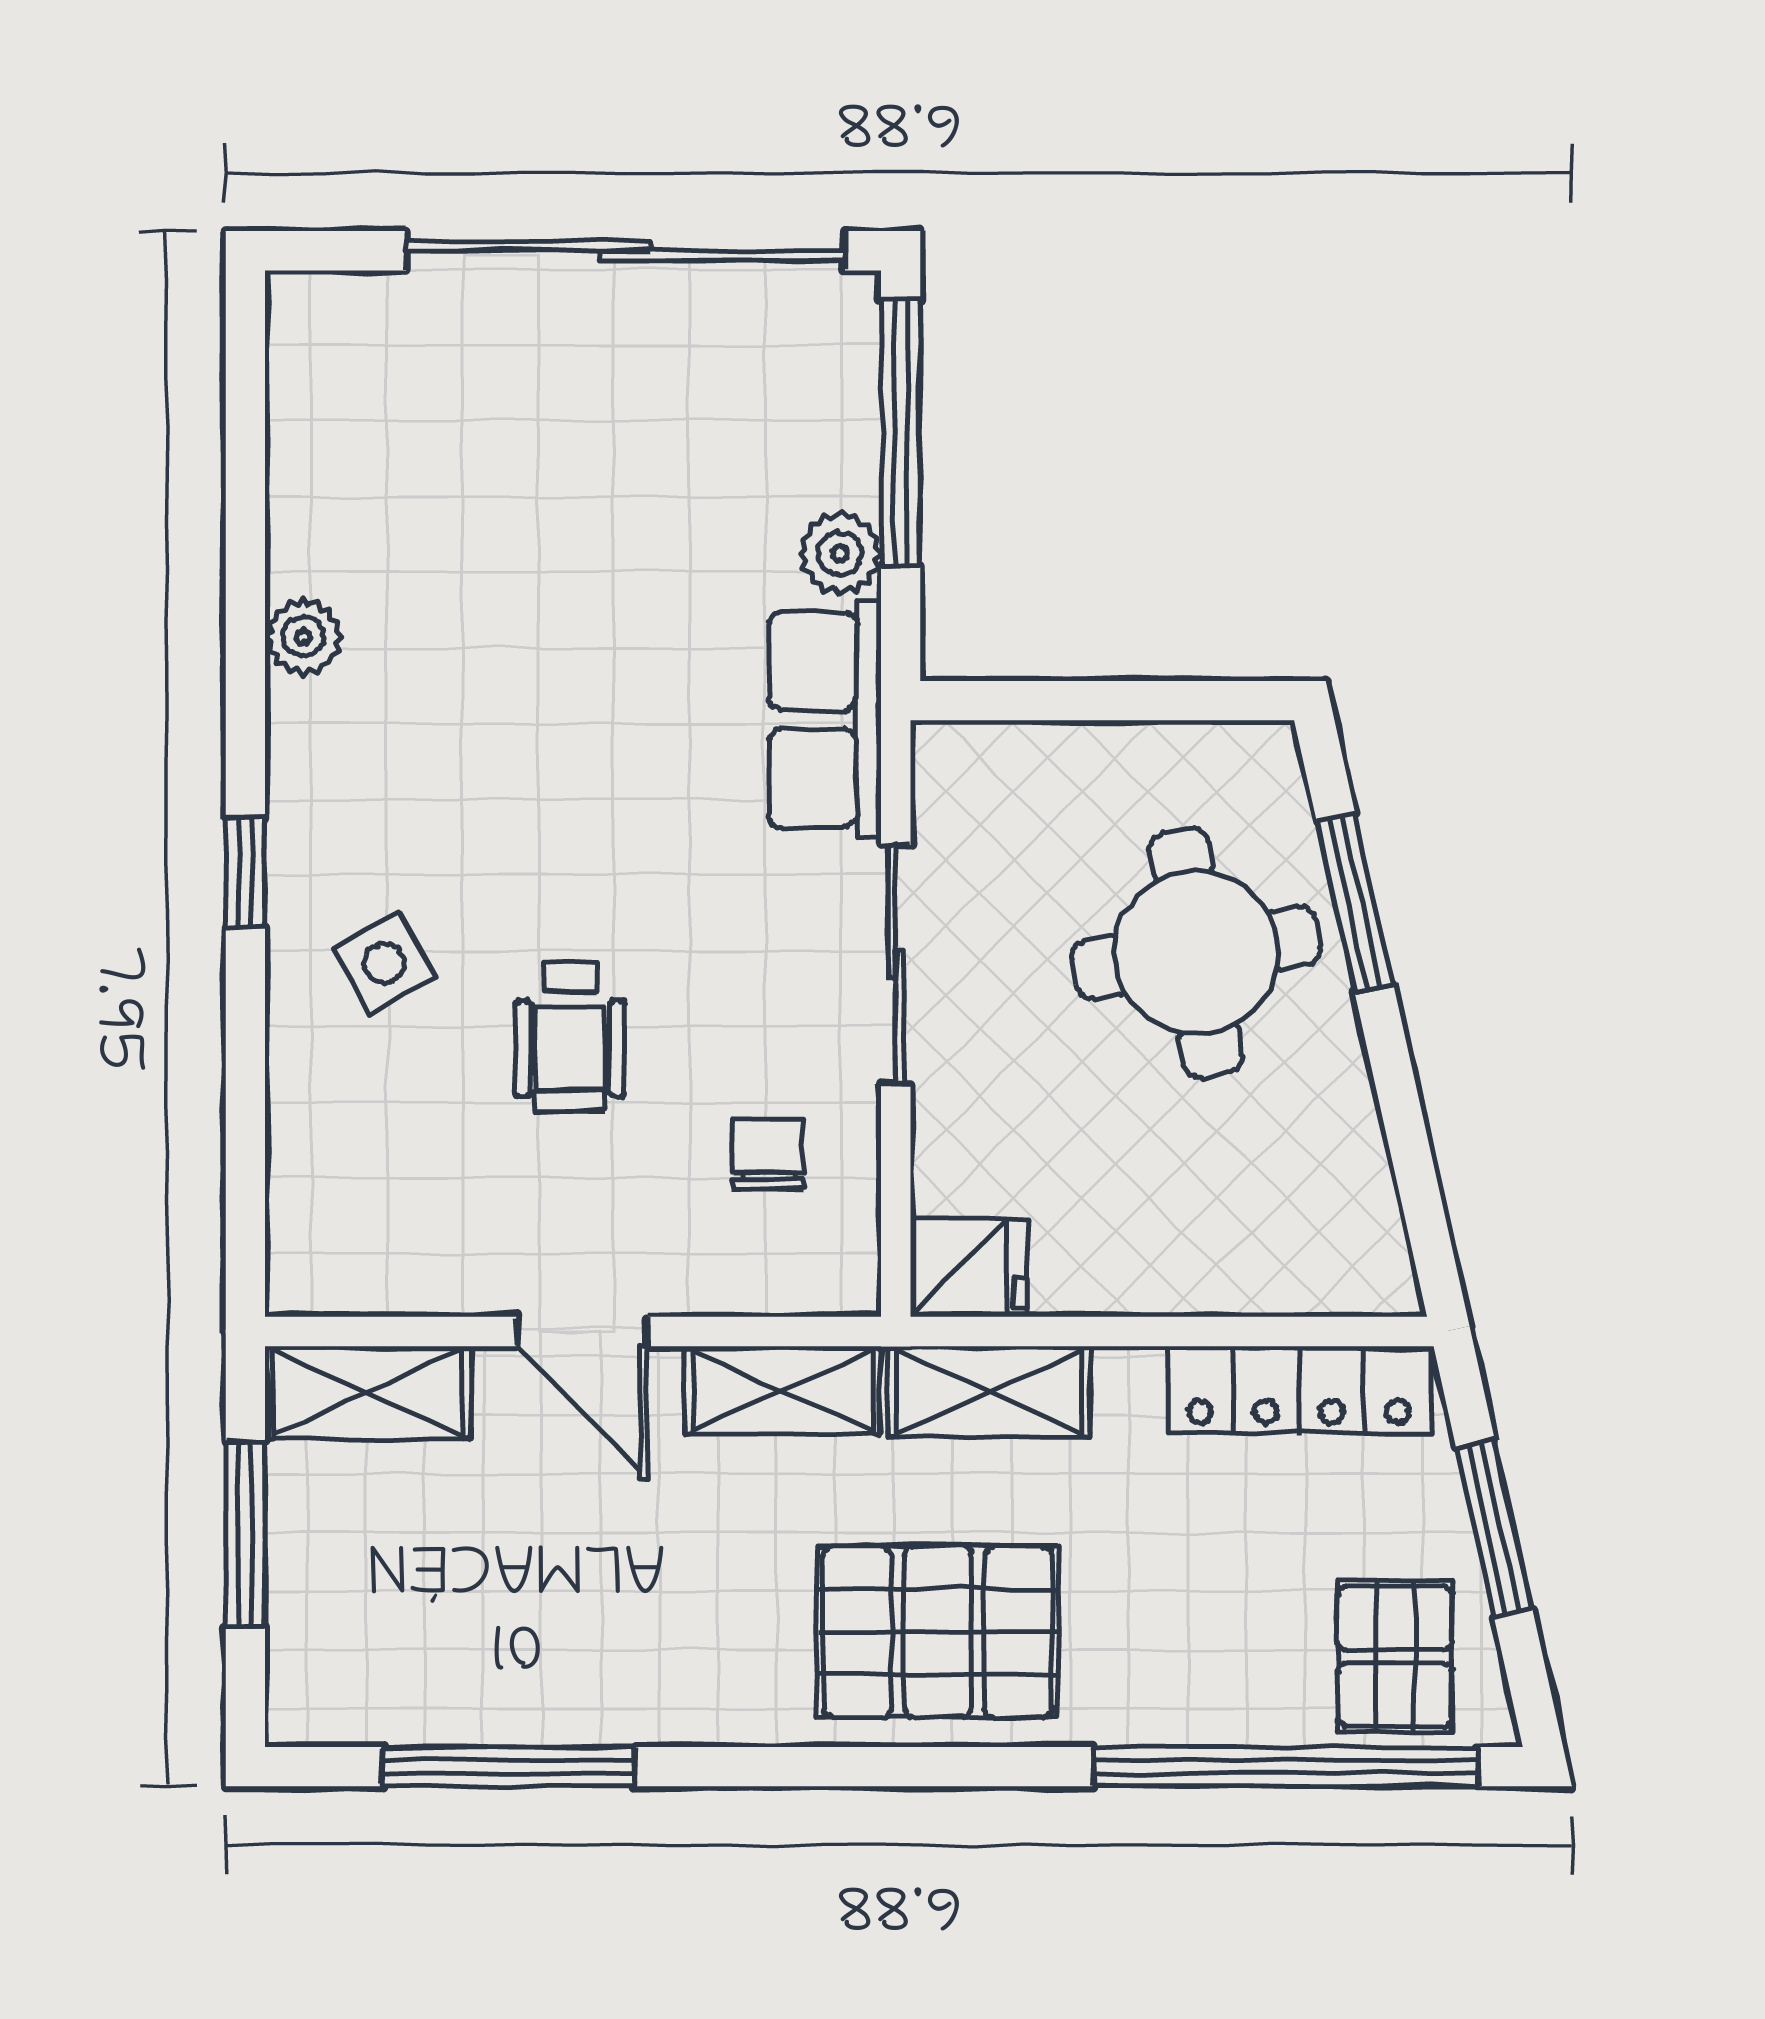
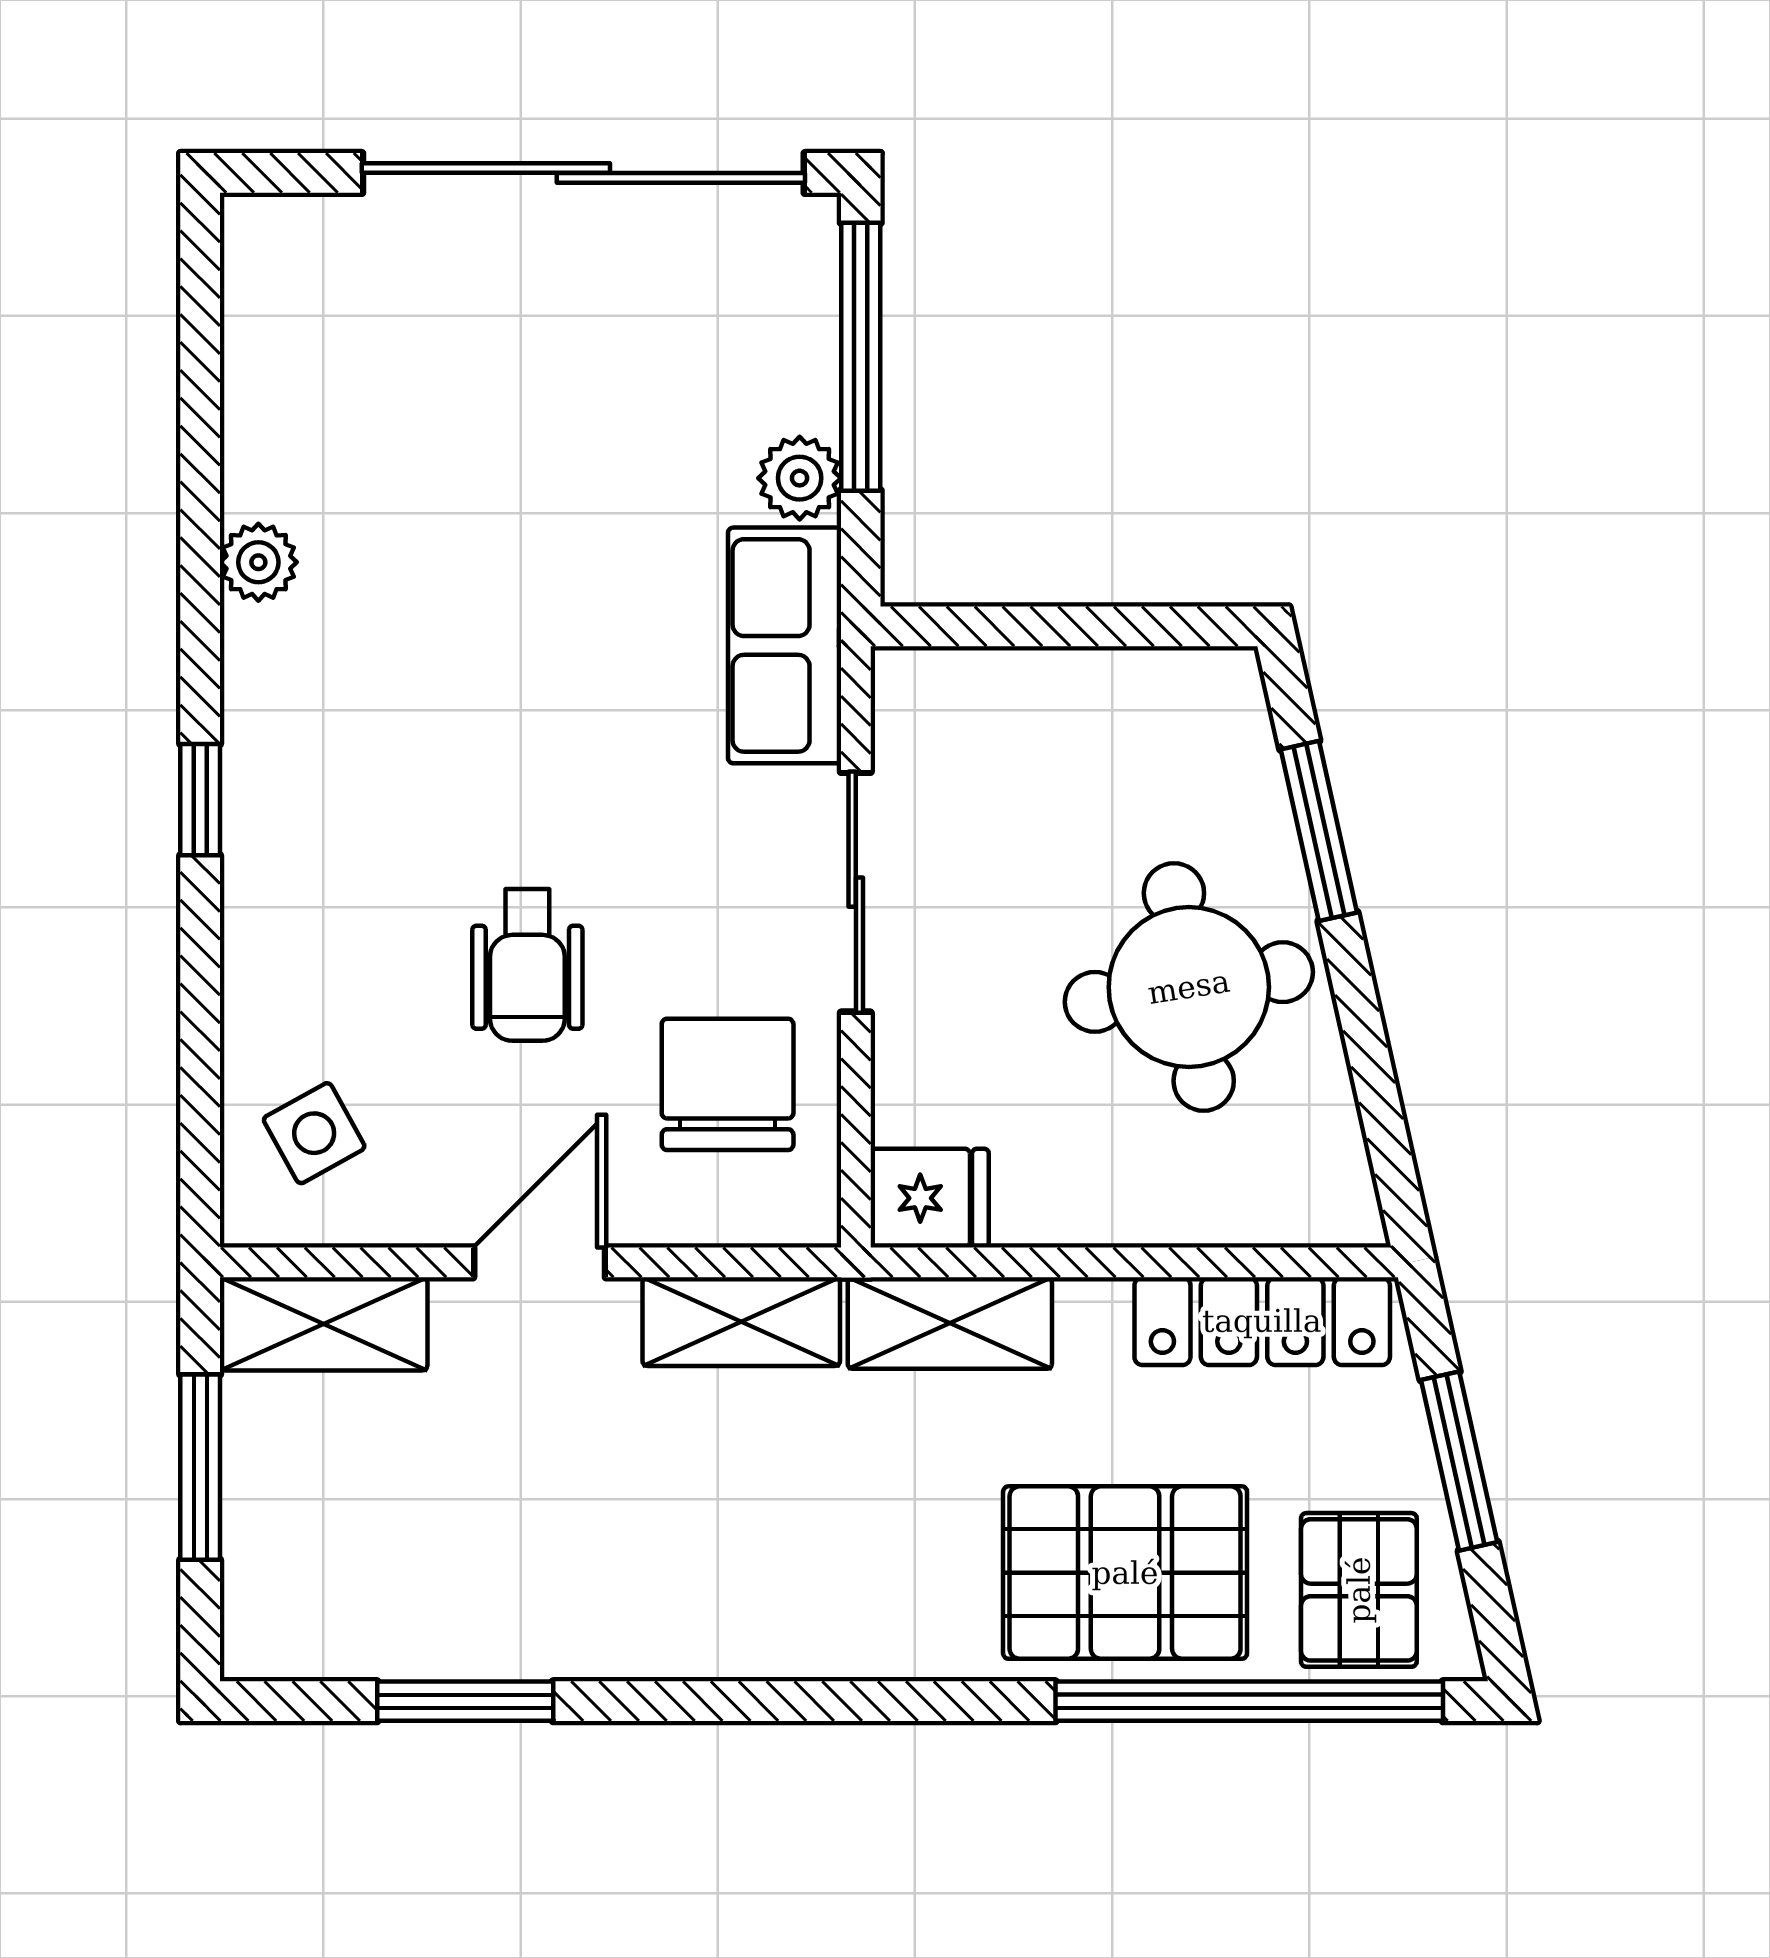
round table: (1196, 953) -> (1189, 987), moved
side table: (384, 963) -> (314, 1133), moved
chair: (769, 1155) -> (728, 1084), width x1.87, depth x1.87
door: (582, 1331) -> (540, 1262), swing flipped
pallet: (938, 1632) -> (1125, 1573), moved
window: (508, 1767) -> (465, 1701), width x0.69

